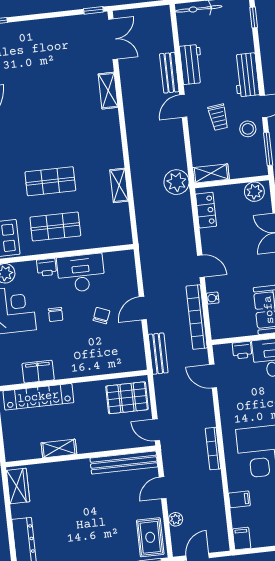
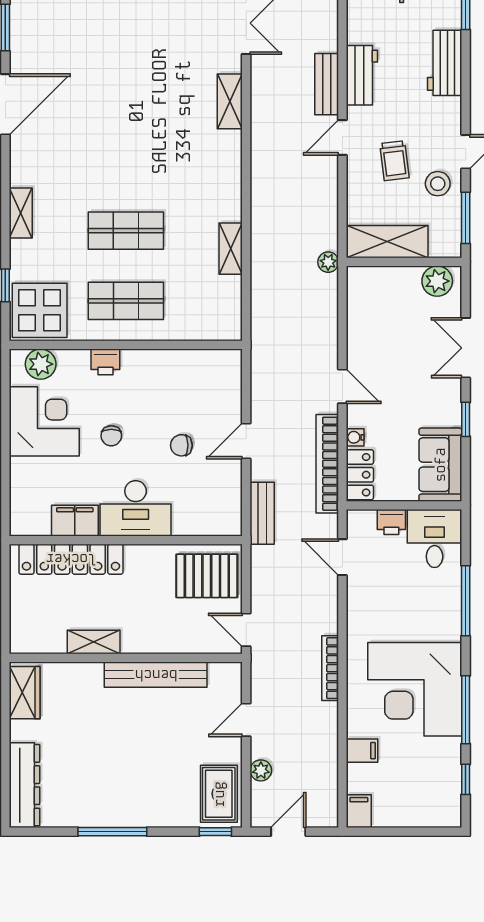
workbench: (246, 75) -> (445, 63), moved
shelving: (211, 173) -> (387, 242), width x1.50, depth x1.33
plant: (176, 182) -> (328, 262), width x0.53, depth x0.53
locker: (206, 210) -> (360, 475), moved
desk: (81, 273) -> (136, 508), moved, turned 180
chair: (101, 316) -> (181, 445), turned -111
bench: (124, 463) -> (156, 675), moved

